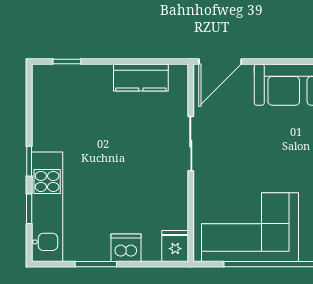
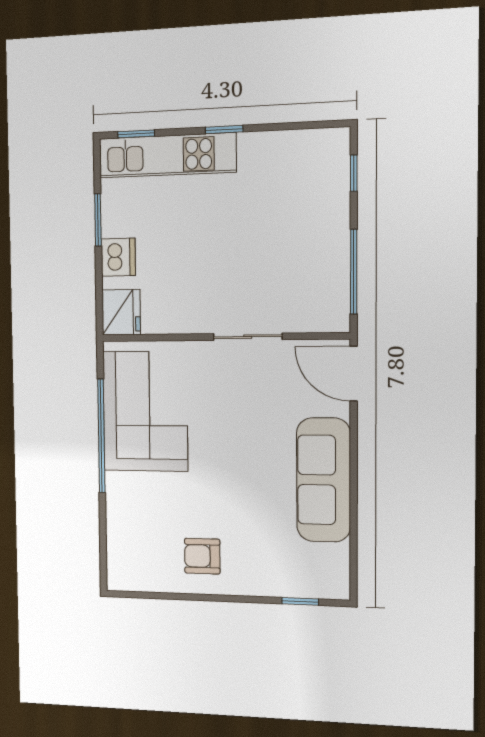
window: (142, 61) -> (354, 272), added
kitchen counter: (141, 77) -> (333, 271), removed
window: (29, 209) -> (136, 134), moved
fridge: (175, 246) -> (121, 312), width x1.38

